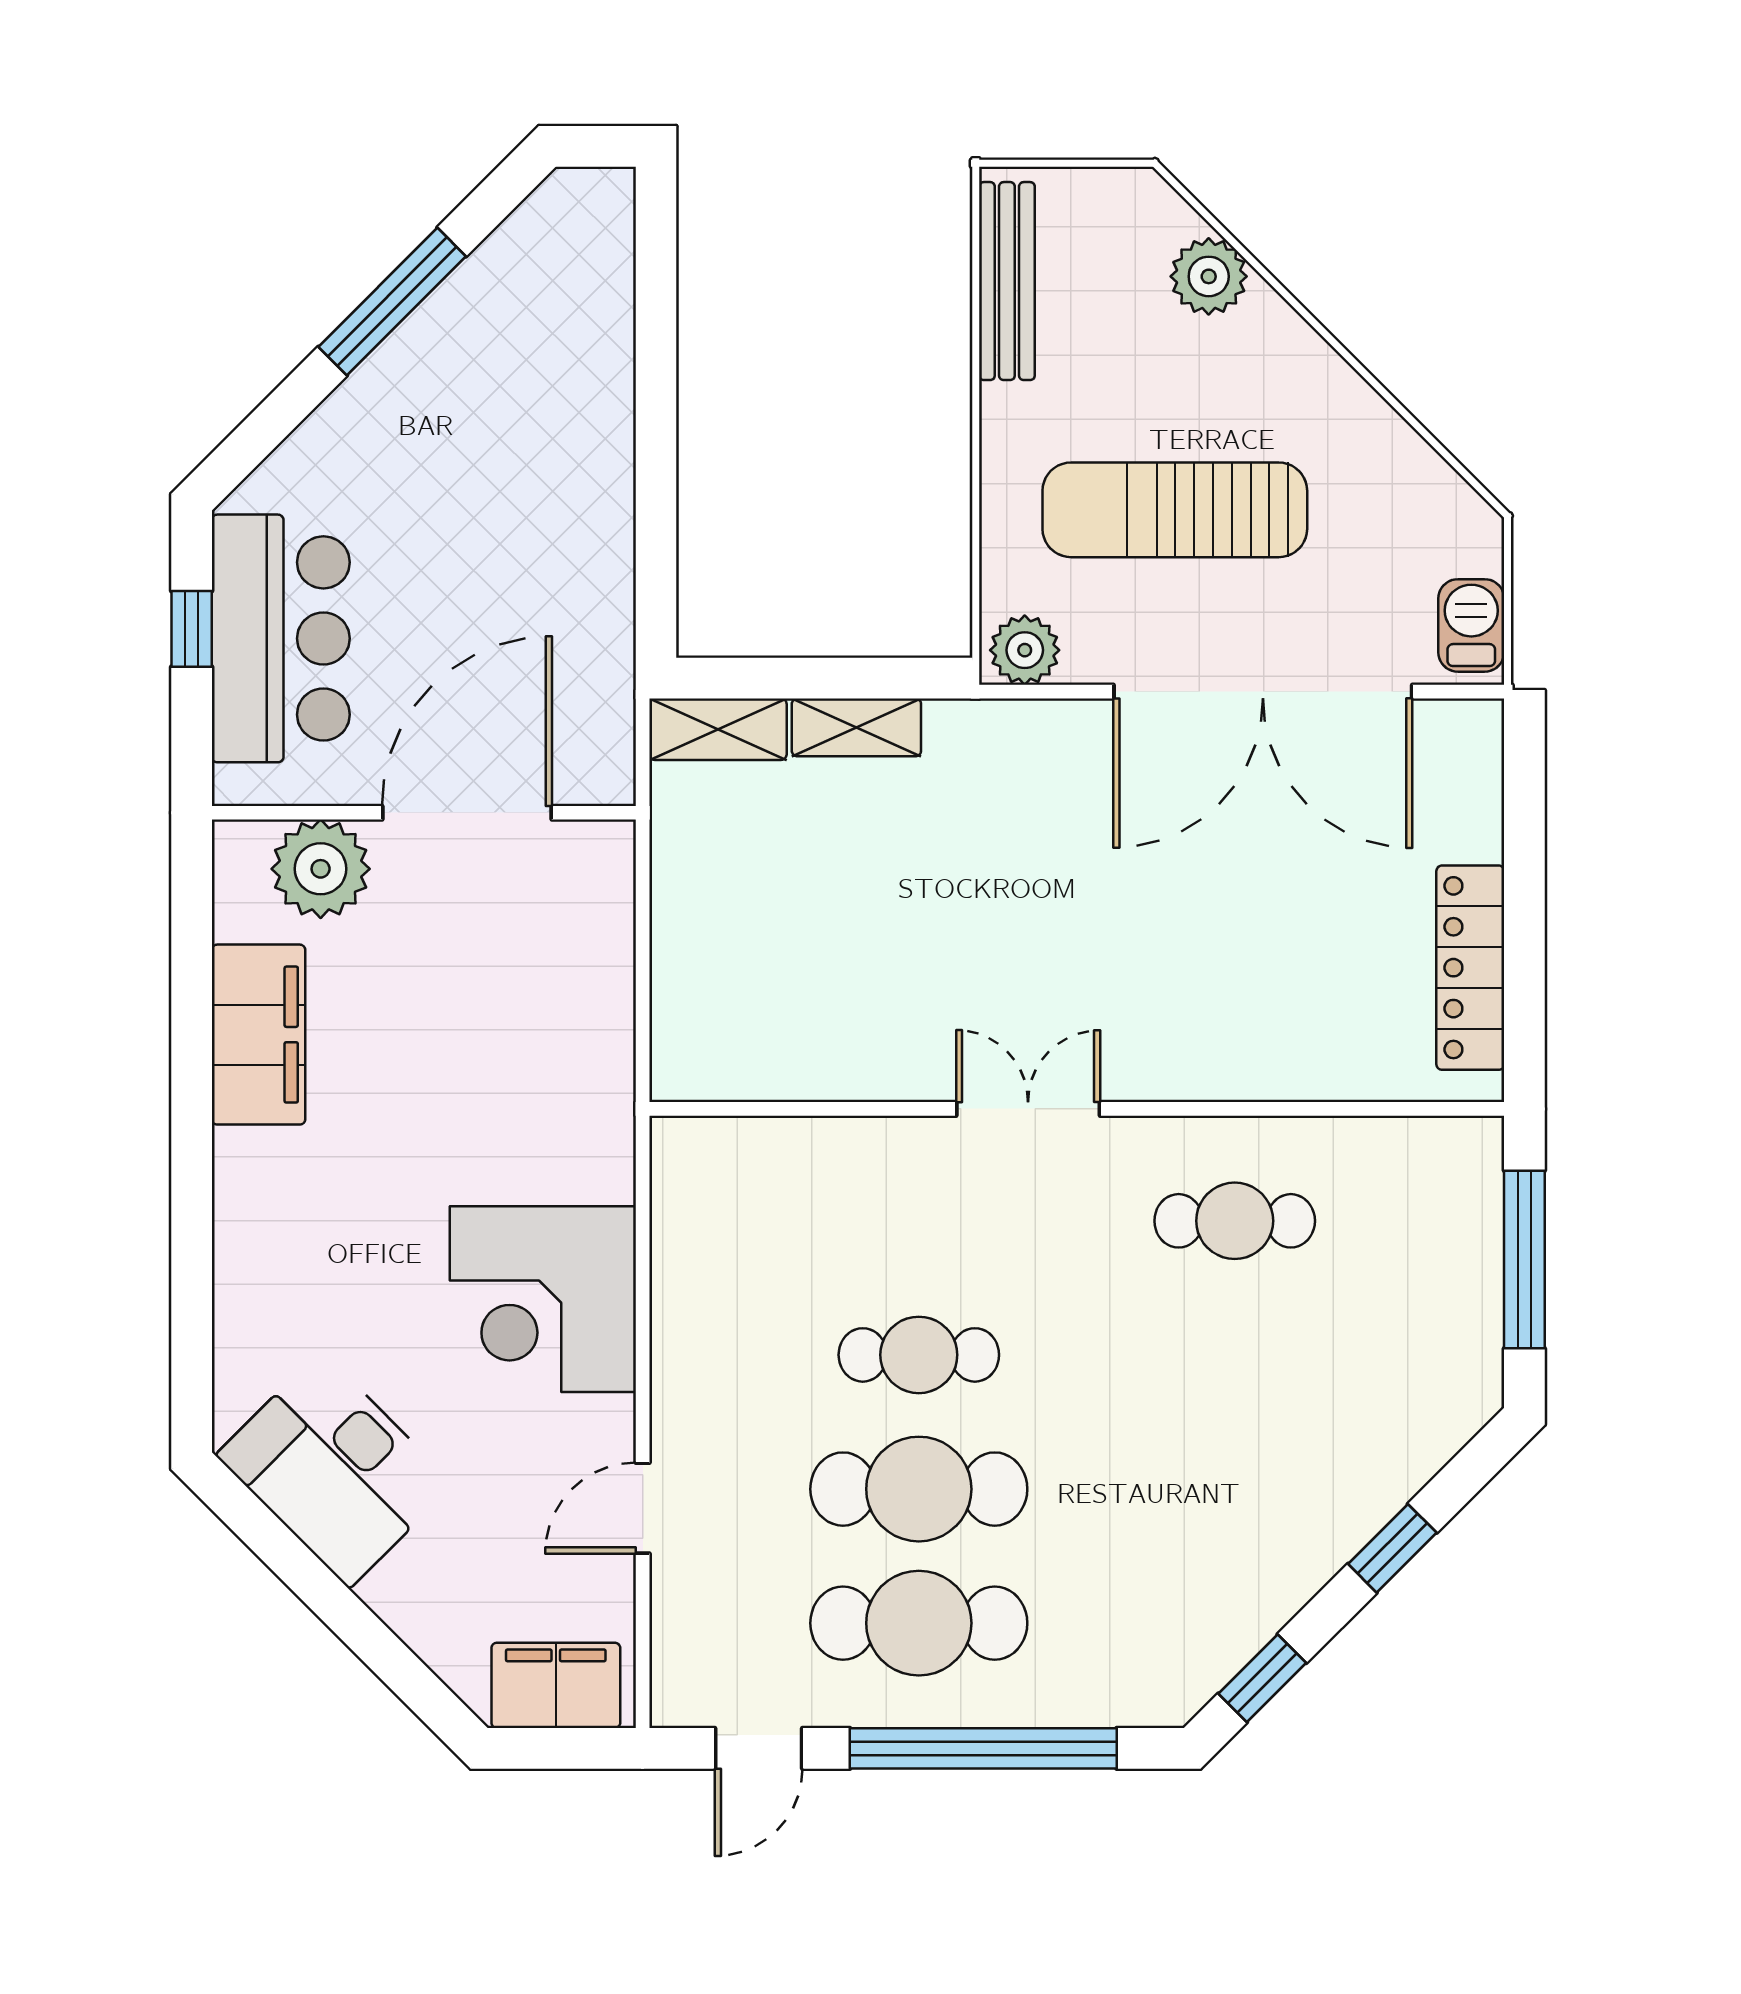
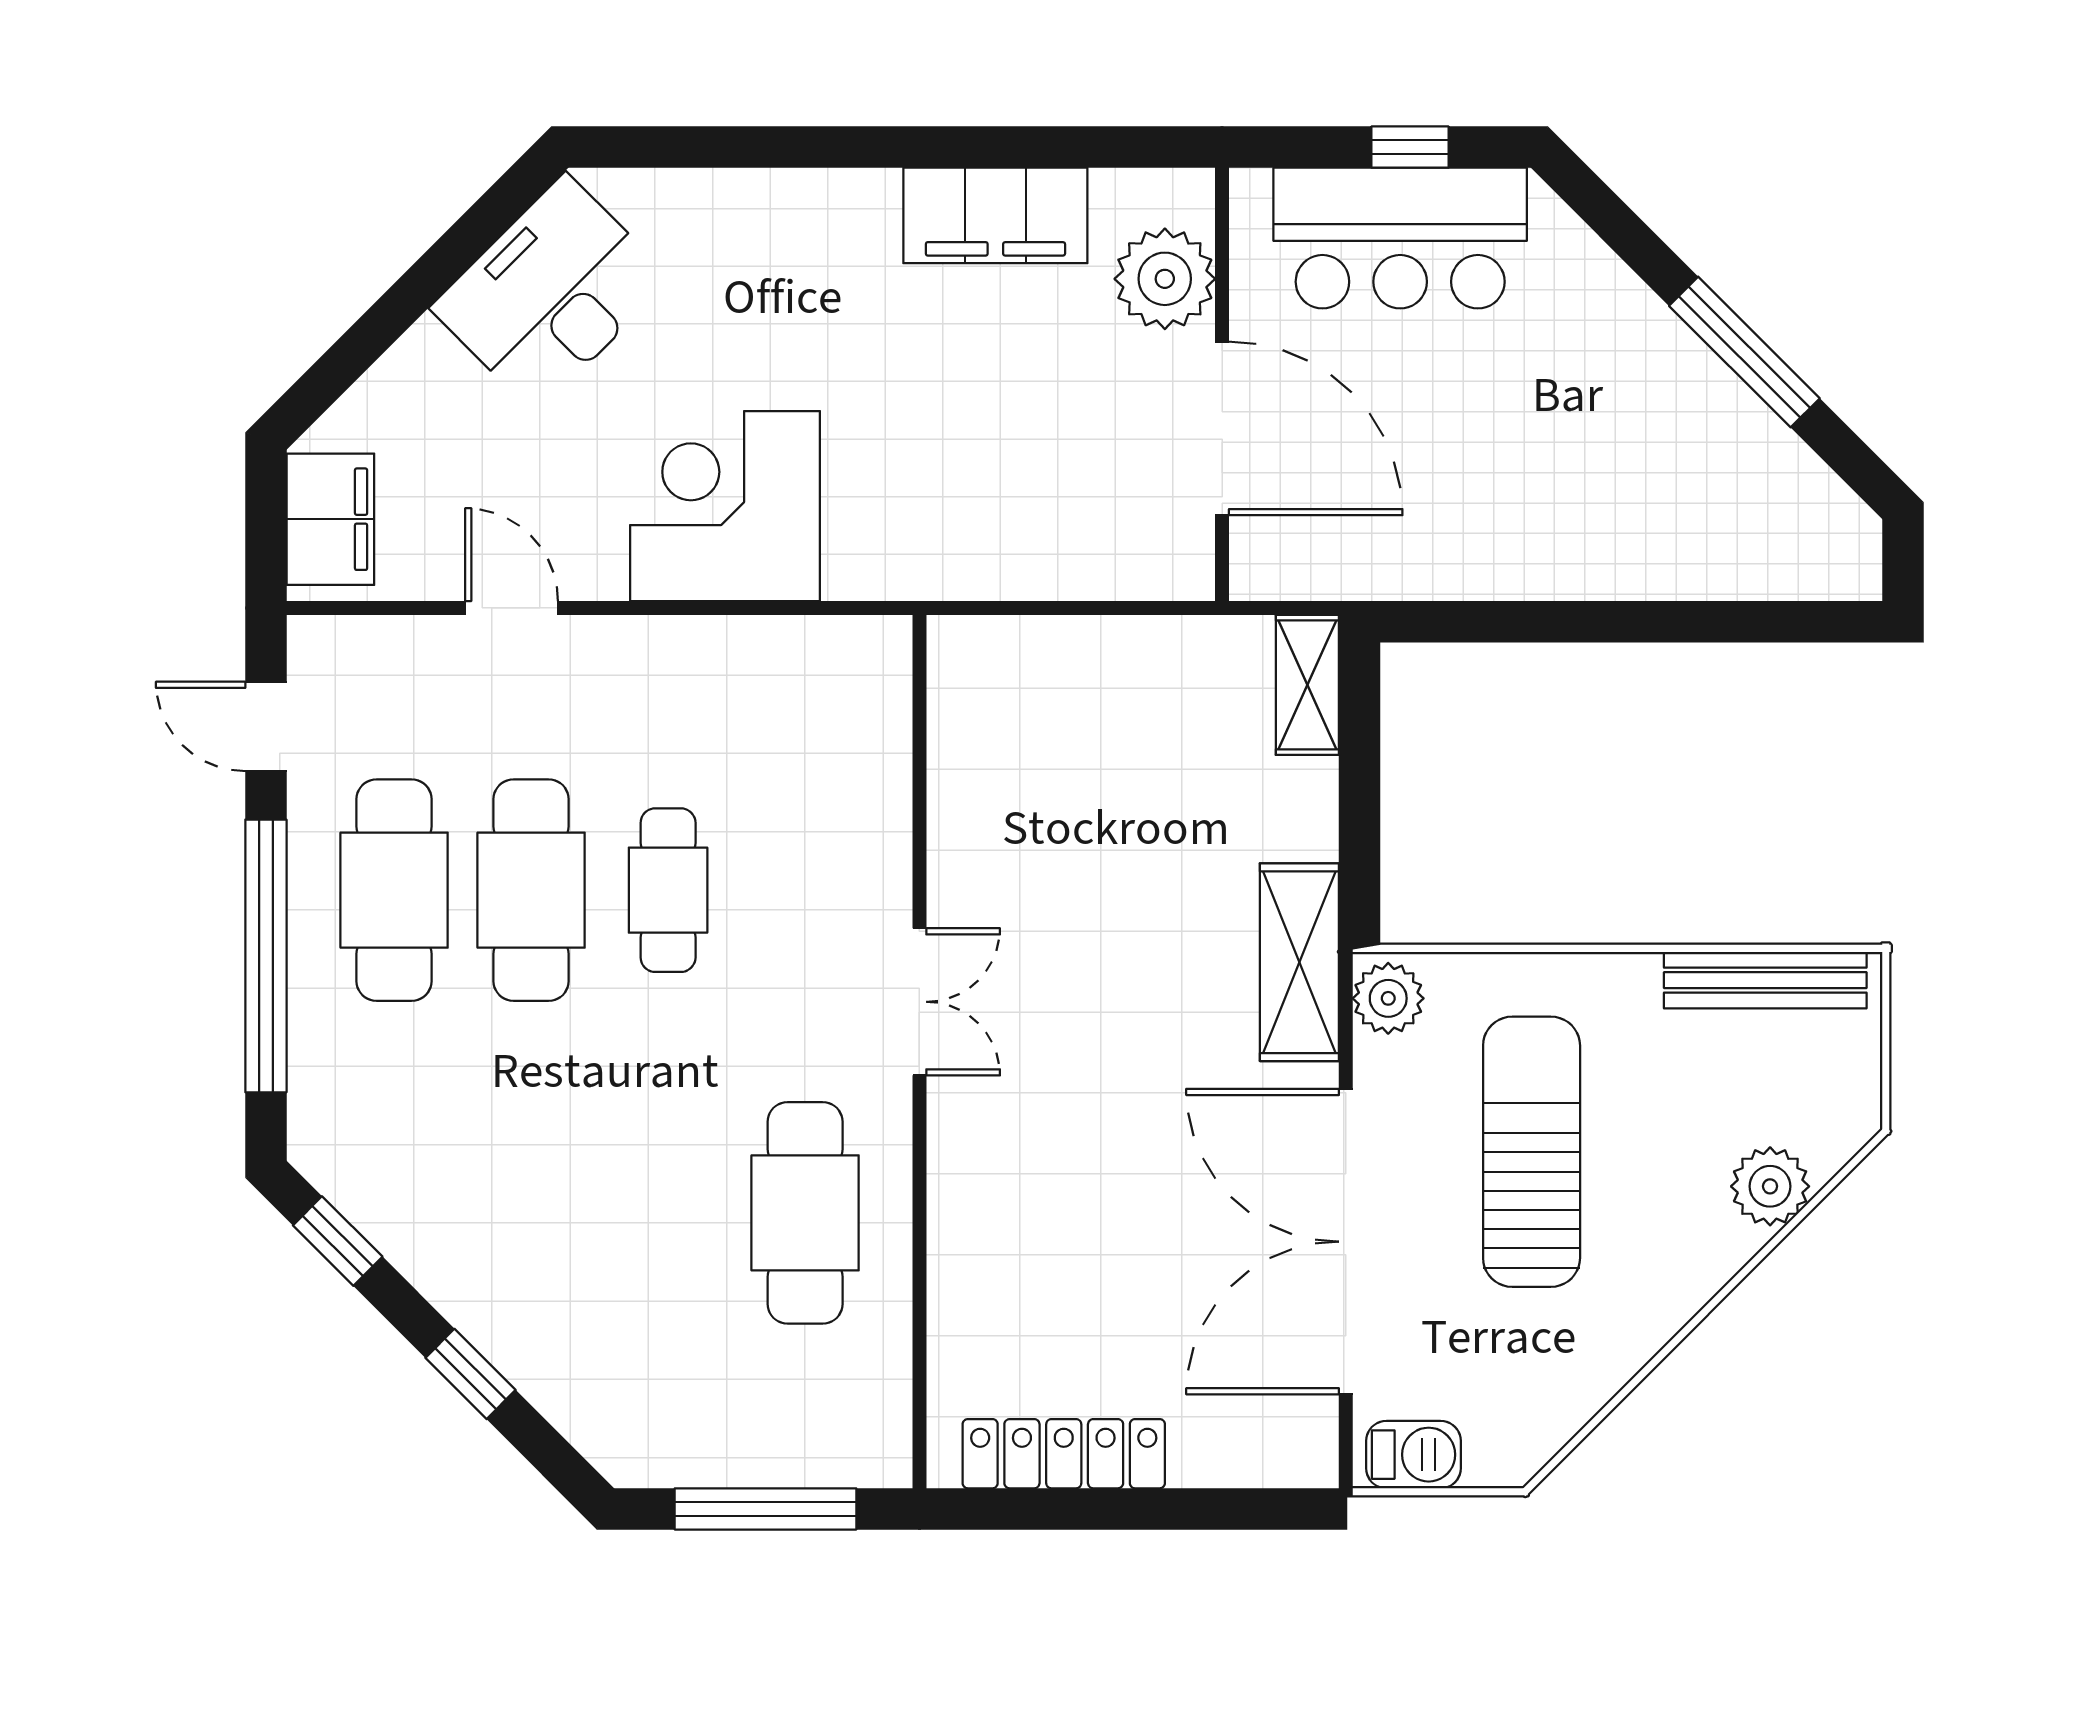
shelving: (856, 727) -> (1299, 962), moved, width x1.50, depth x1.33
cafe table: (1235, 1221) -> (805, 1213), width x1.37, depth x1.35

